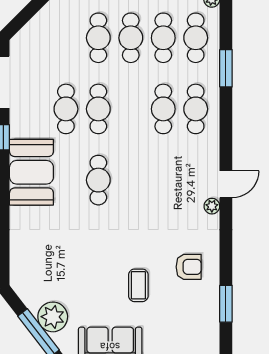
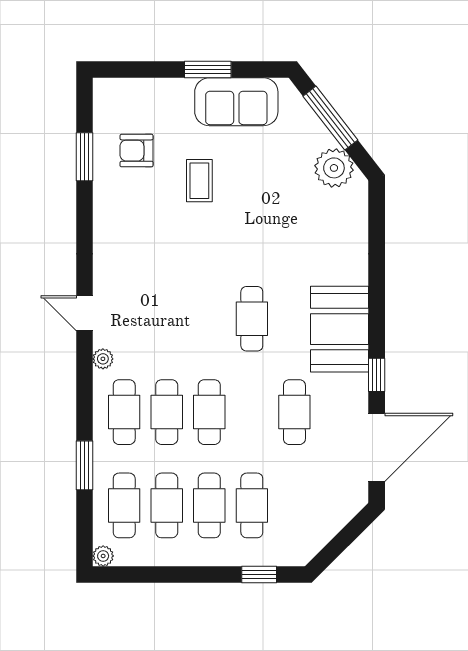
cafe table: (98, 109) -> (209, 412), moved
door: (226, 184) -> (85, 313), hinge flipped
plant: (212, 206) -> (103, 359), moved
armchair: (189, 267) -> (137, 151), moved
plant: (53, 317) -> (334, 168), moved

